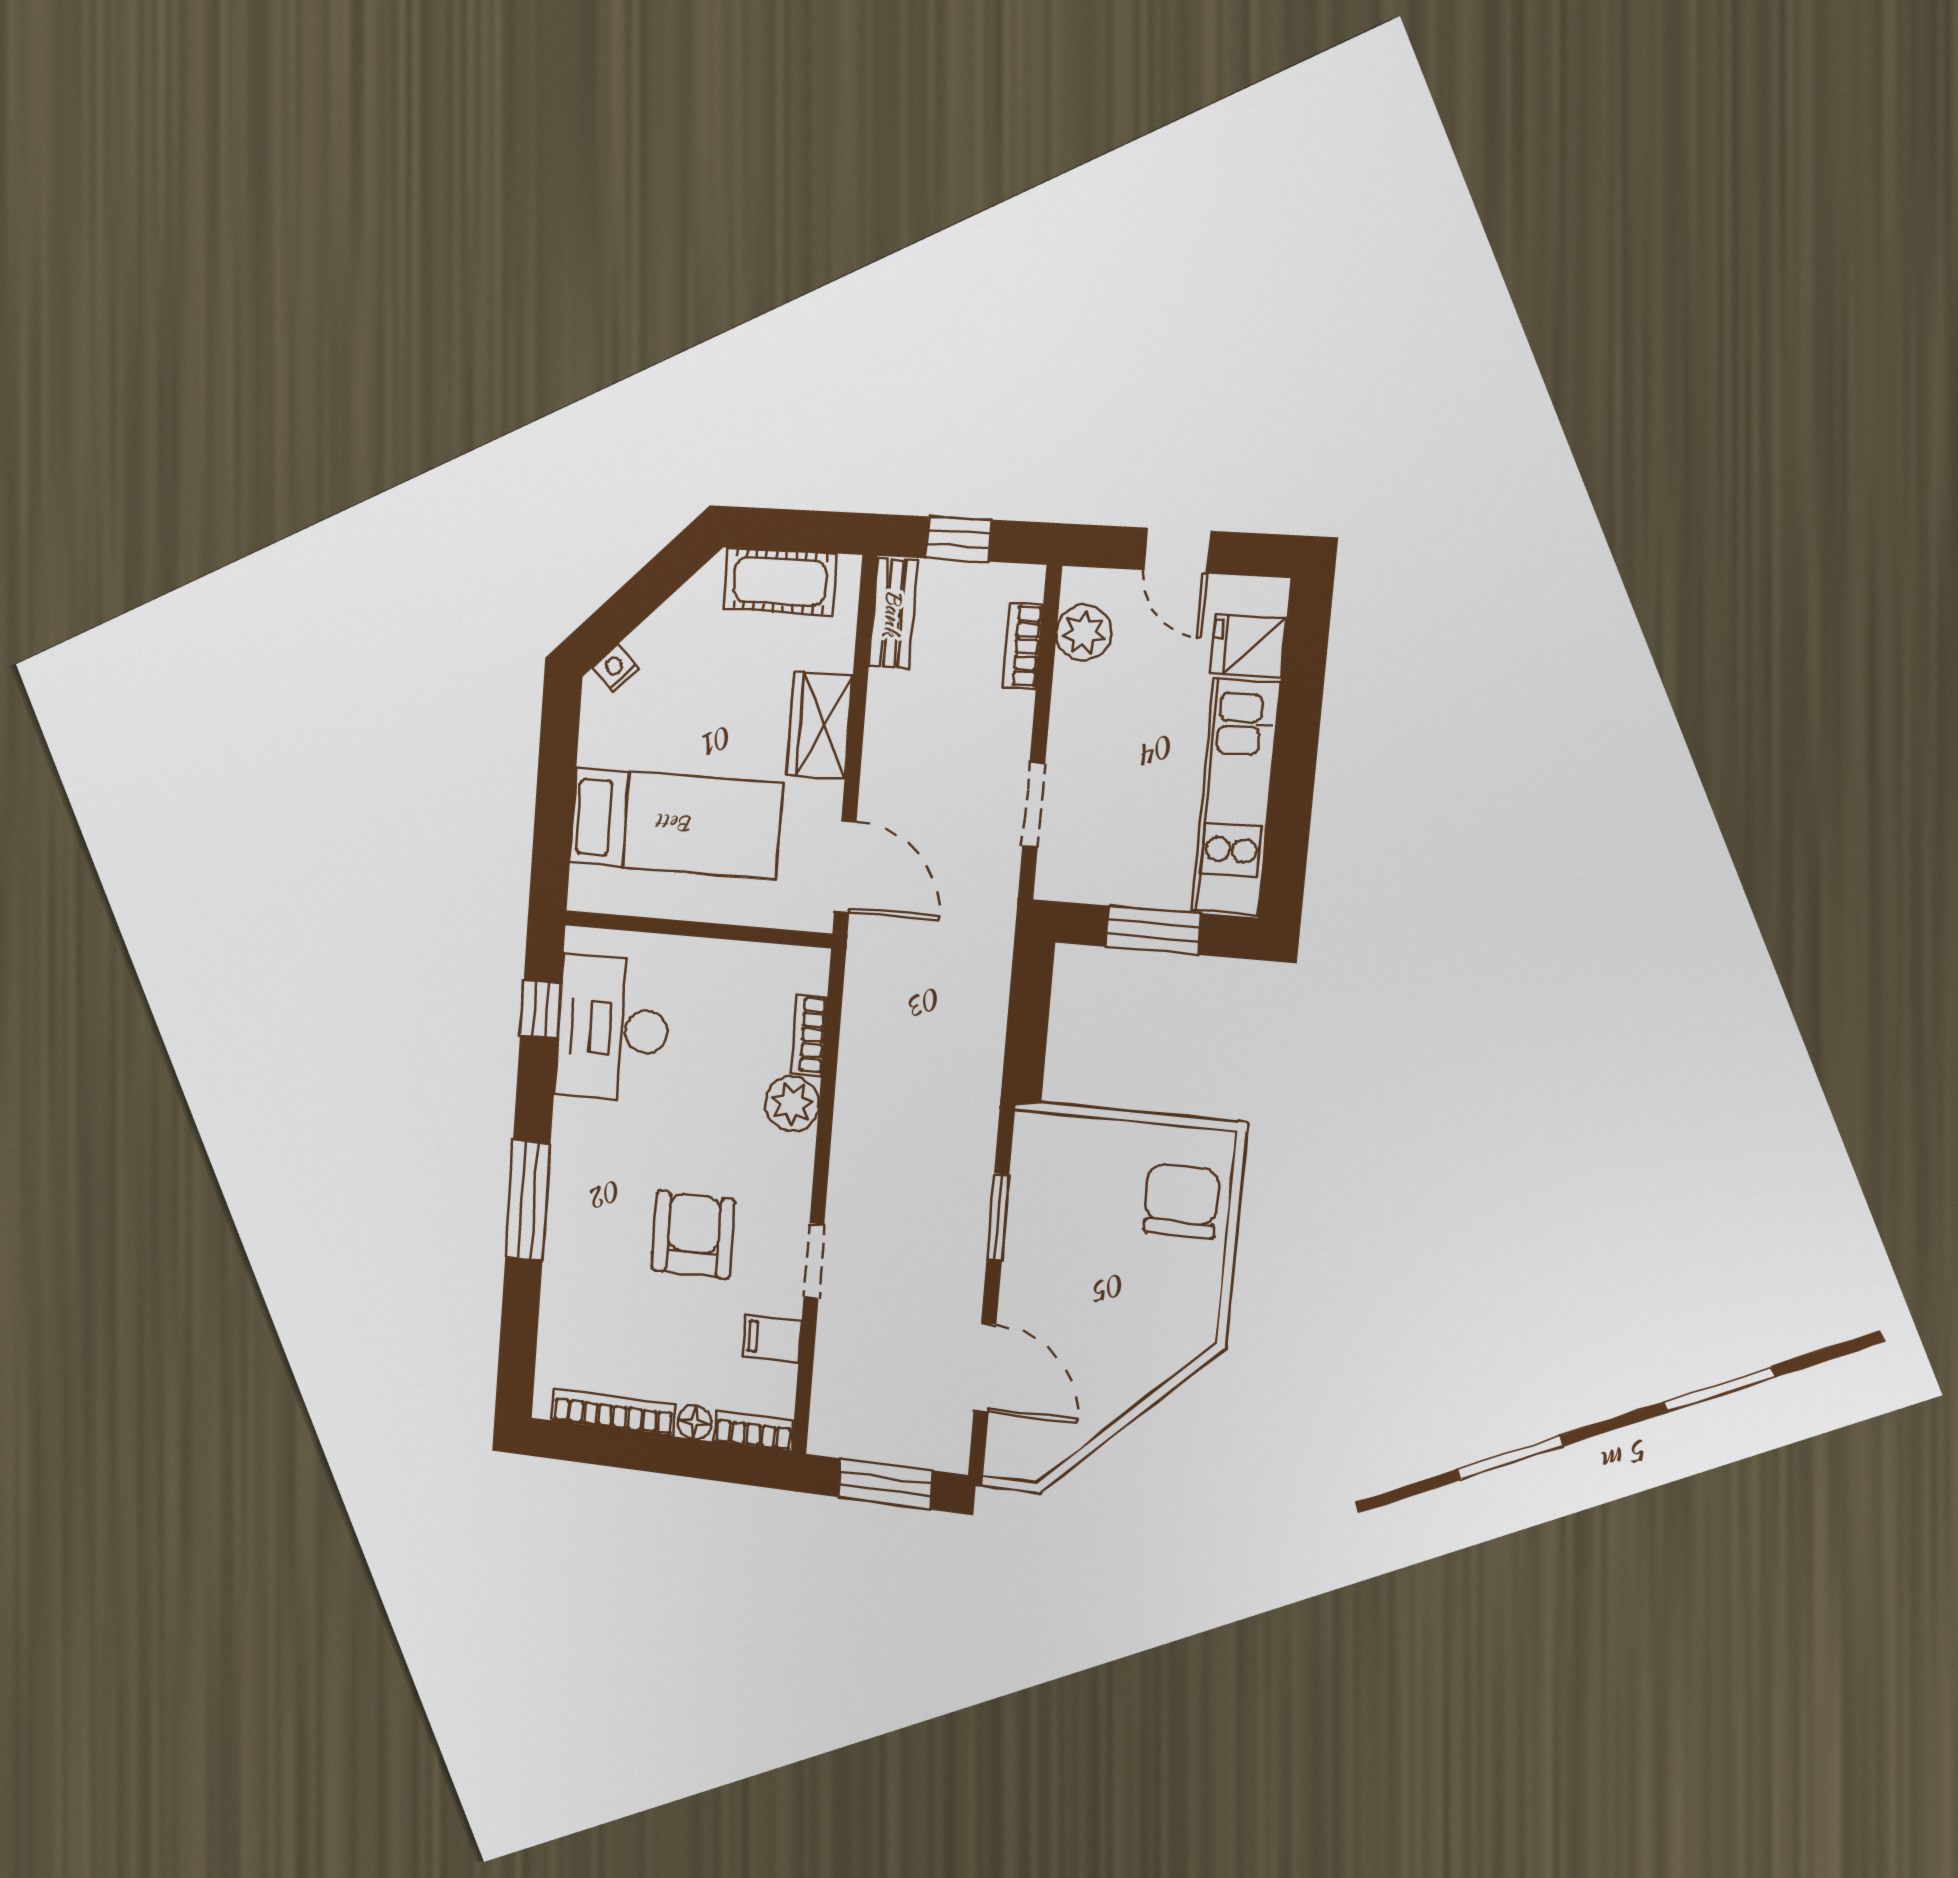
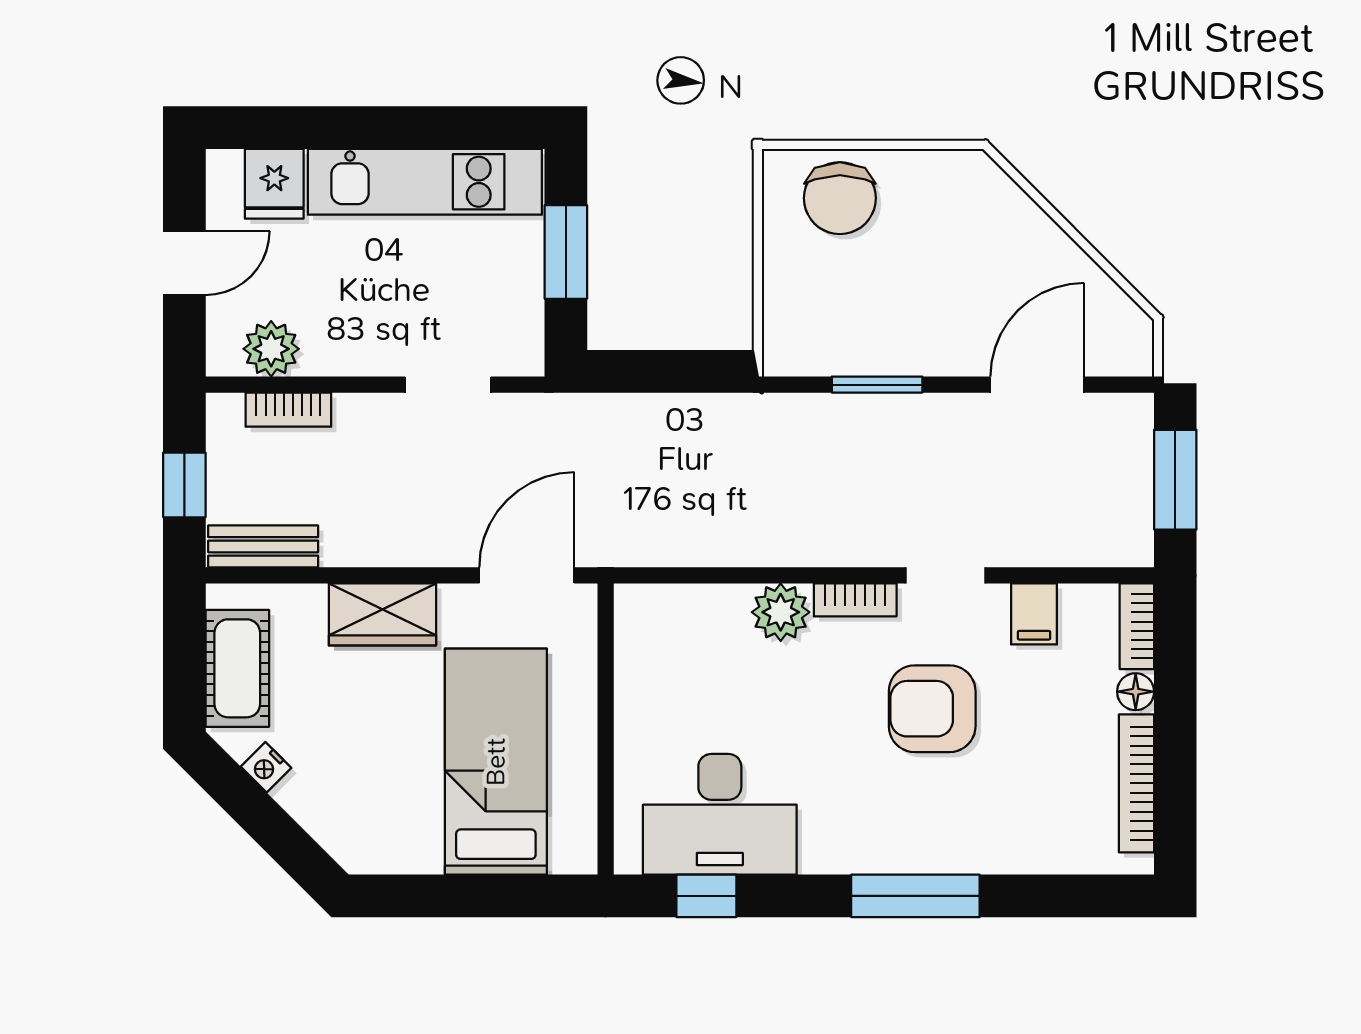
nightstand: (616, 668) -> (266, 767), moved
bookcase: (809, 1035) -> (855, 600), moved
chair: (1181, 1201) -> (840, 198), turned -90

